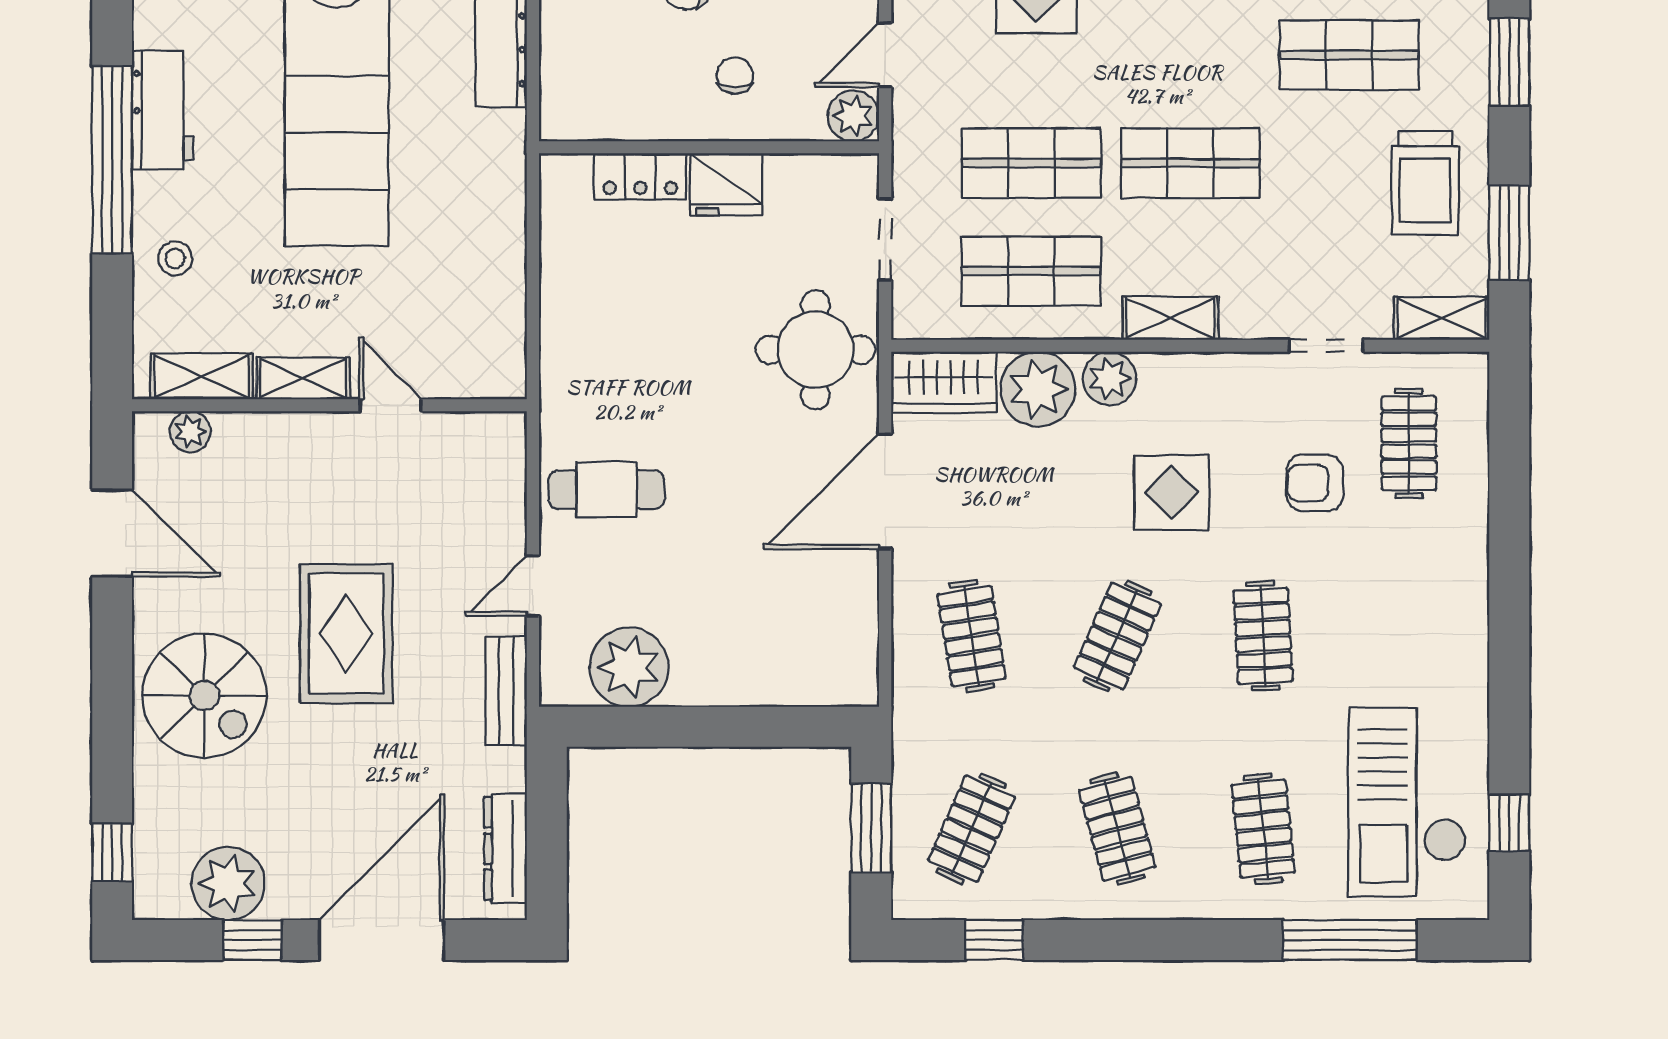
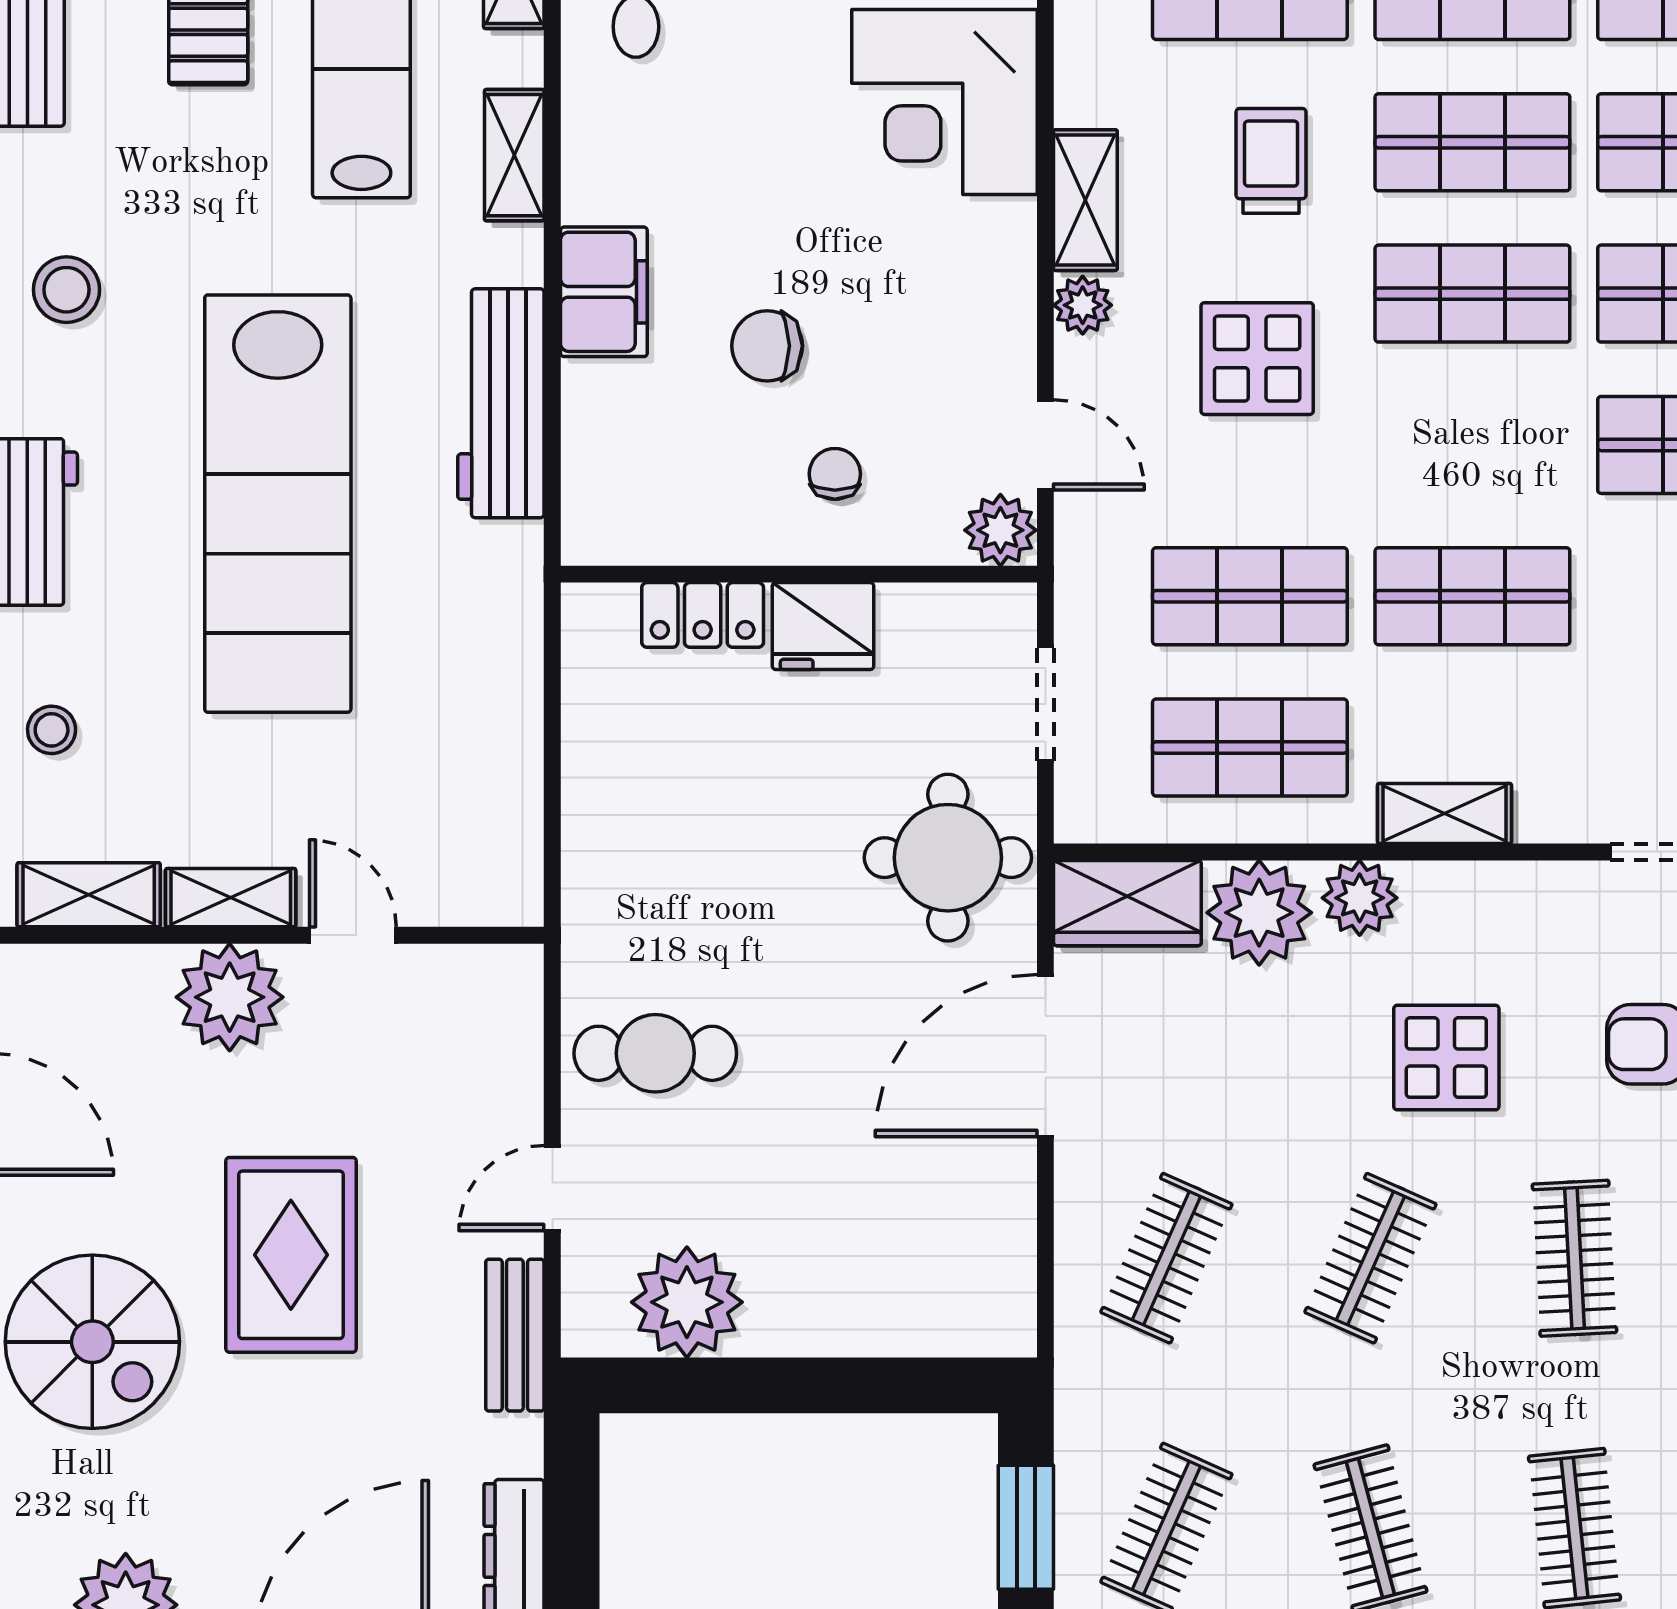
door: (885, 55) -> (1045, 445), swing flipped
plant: (190, 432) -> (230, 997), moved, width x1.87, depth x1.87
clothes rail: (972, 636) -> (1166, 1258), turned 33

